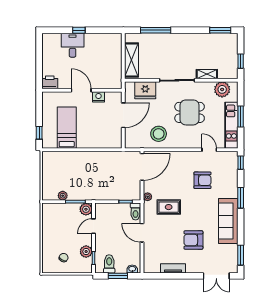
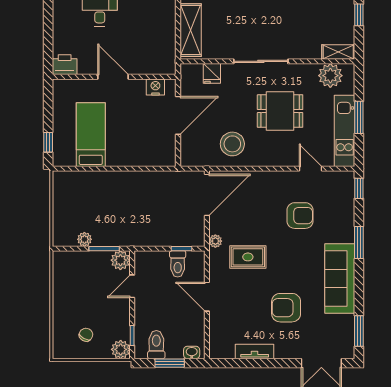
window: (241, 61) -> (359, 15), moved
shelving: (207, 74) -> (338, 52), moved
fridge: (145, 90) -> (212, 73), width x0.53, depth x0.75
nightstand: (98, 97) -> (155, 87), moved
toilet: (136, 212) -> (178, 264), moved
plant: (86, 252) -> (121, 349), moved

